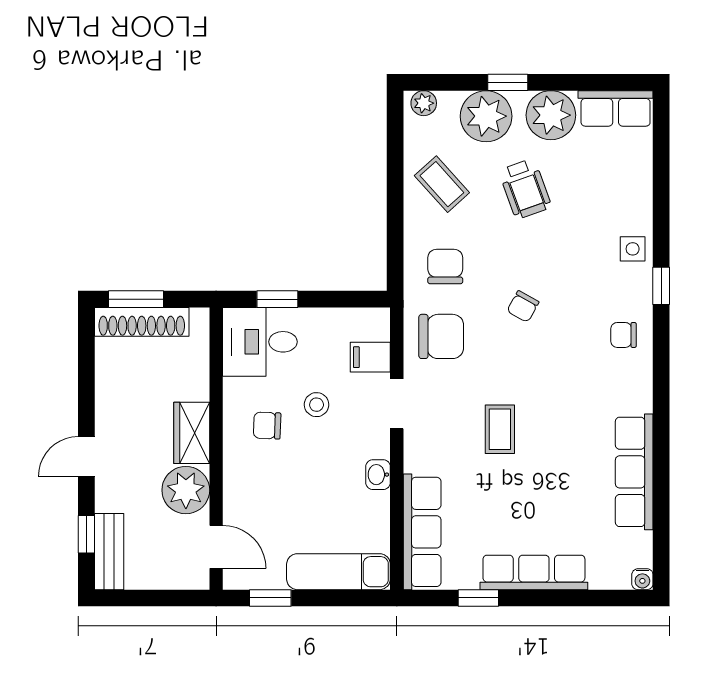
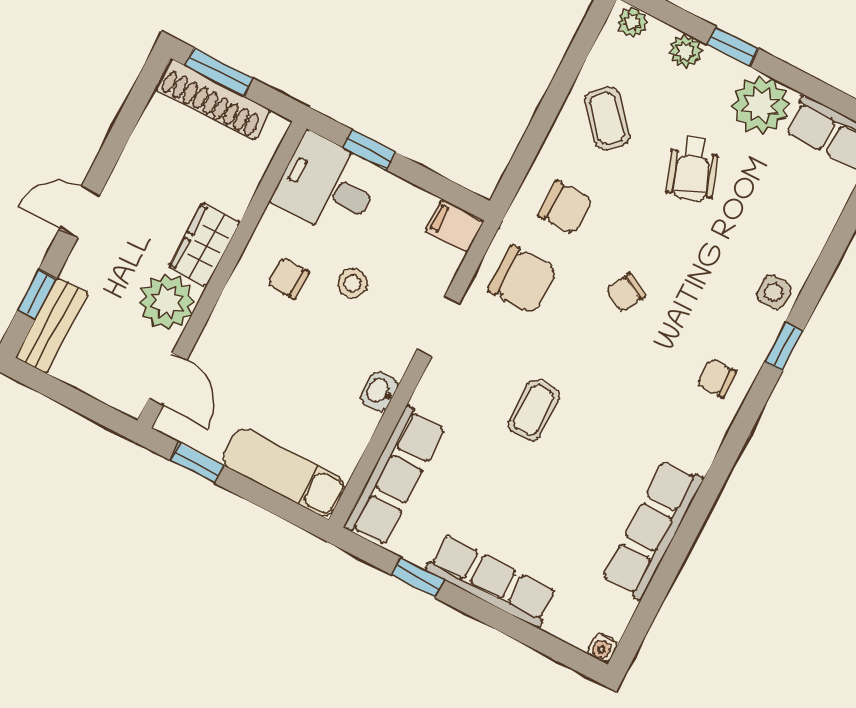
plant: (486, 116) -> (685, 51), width x0.53, depth x0.53
chair: (445, 267) -> (565, 207), turned 90
filing cabinet: (370, 357) -> (455, 226), moved

